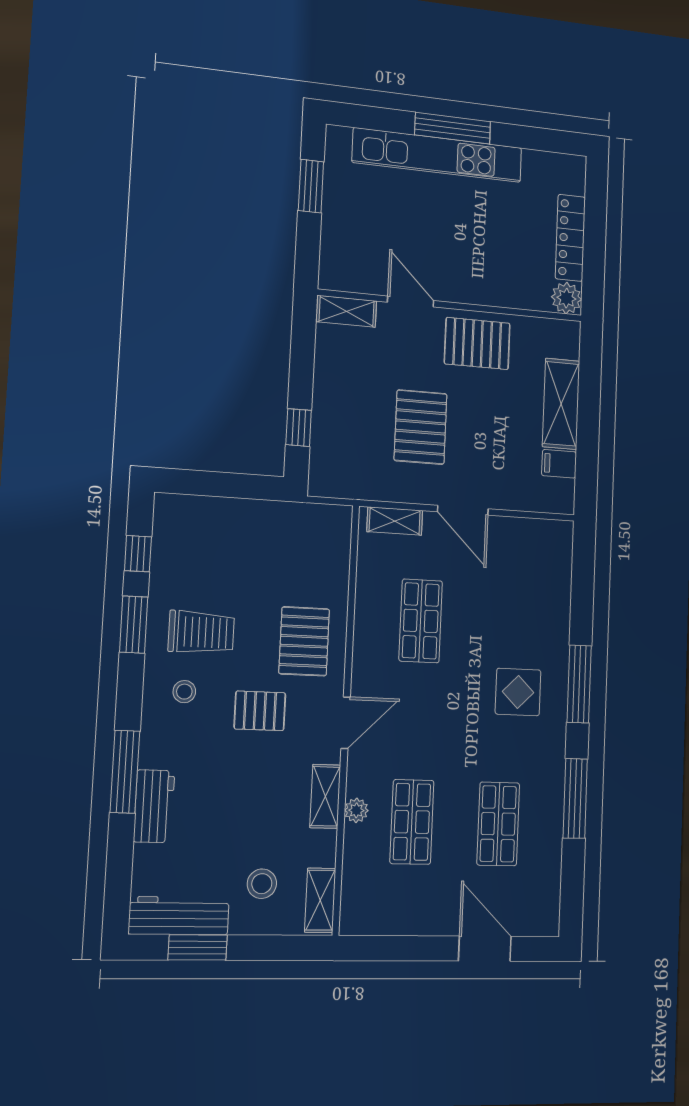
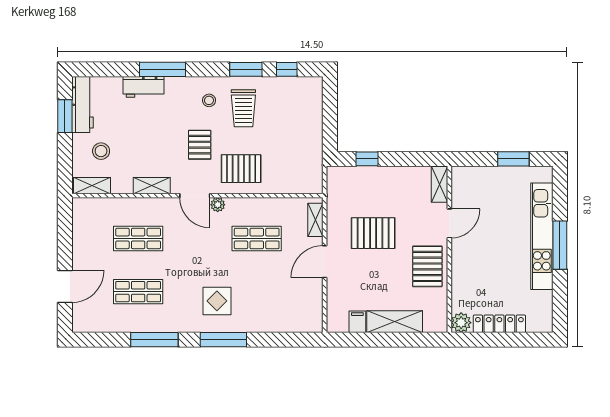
plant: (356, 810) -> (218, 205), moved

